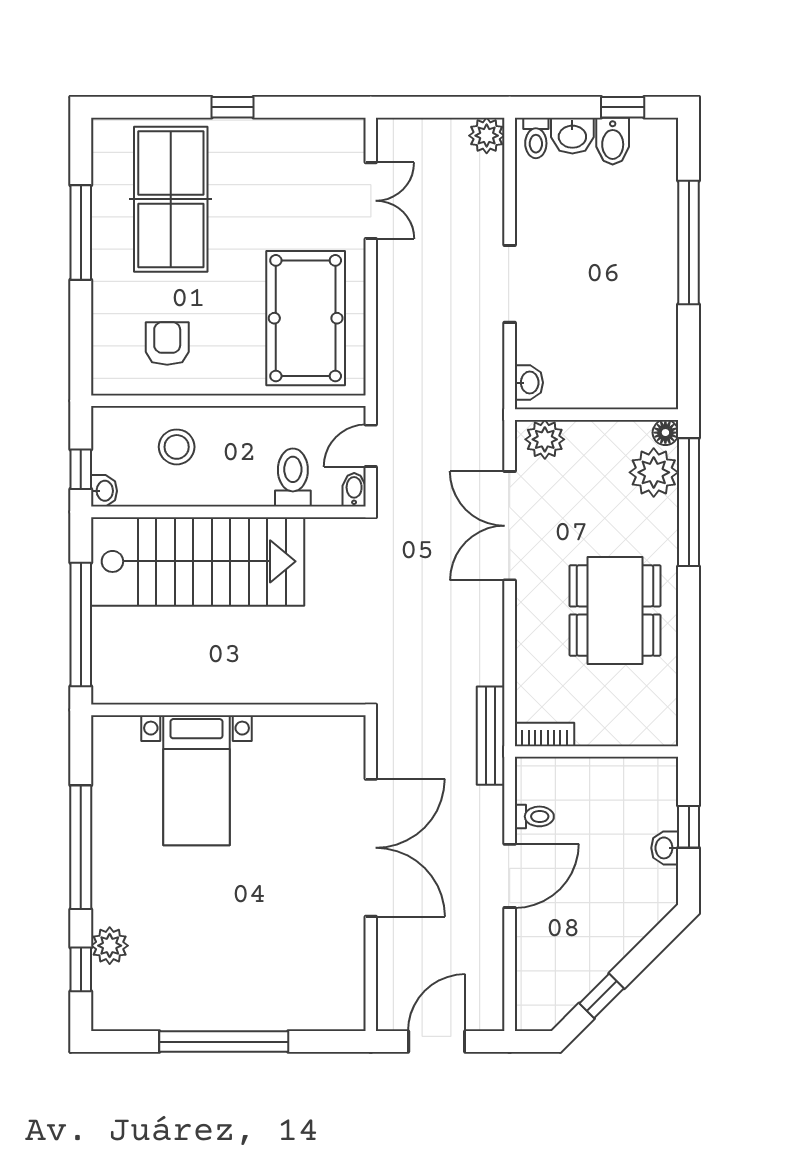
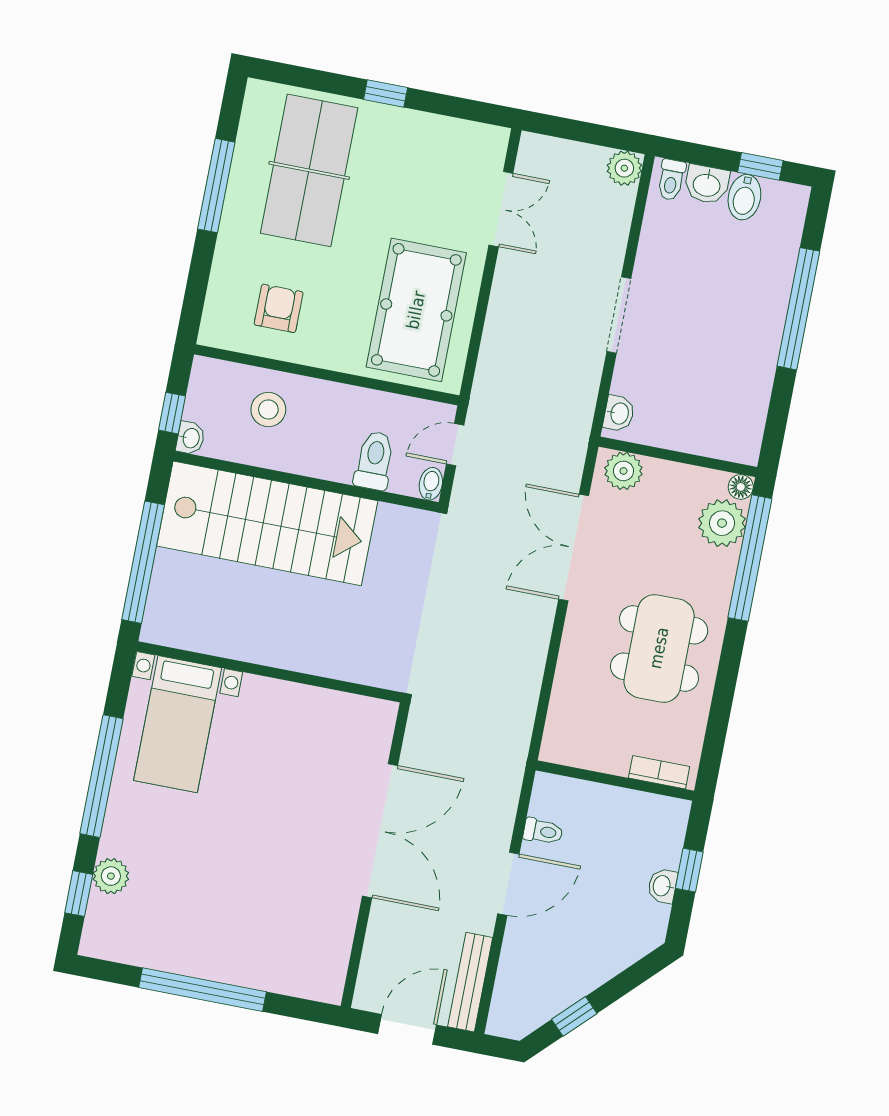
bookcase: (544, 734) -> (659, 772), moved
bench: (491, 736) -> (470, 982), moved
bed with nightstands: (196, 780) -> (178, 724), moved

